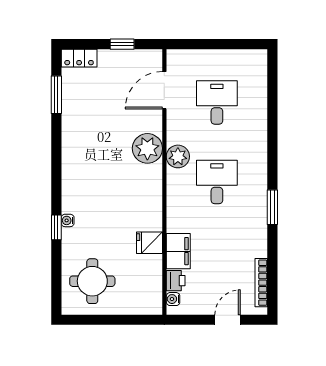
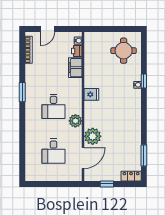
plant: (147, 148) -> (93, 136), moved
fridge: (149, 243) -> (91, 94), moved

